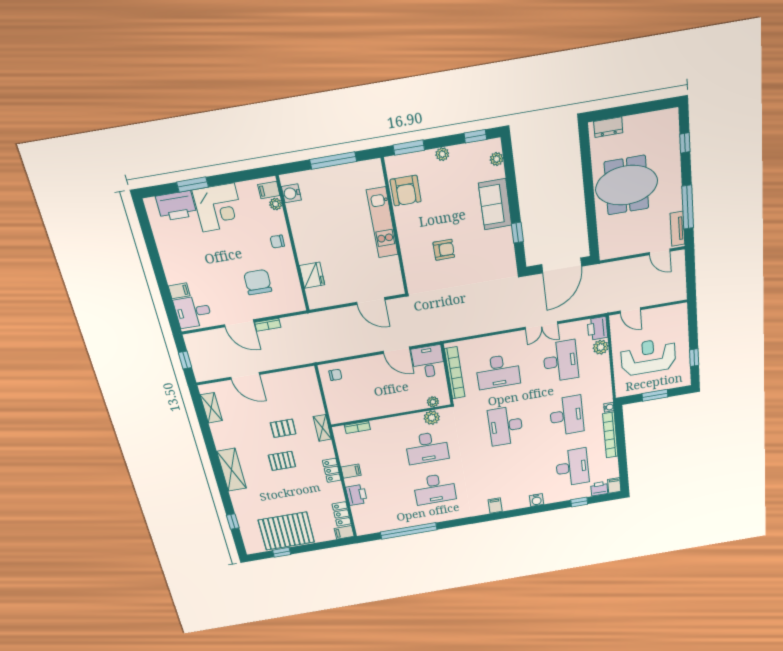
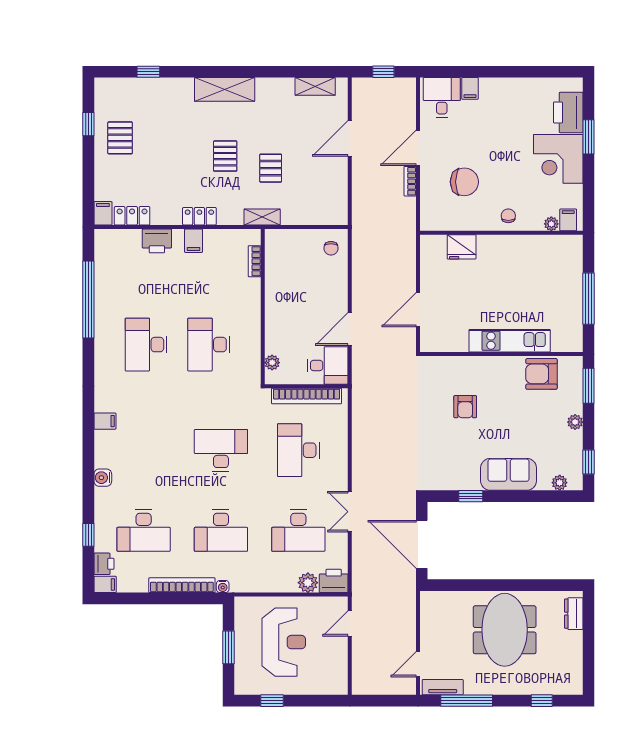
water cooler: (291, 193) -> (560, 244), removed
plant: (432, 418) -> (250, 358), removed
pallet: (286, 531) -> (120, 138), width x0.49, depth x0.50

